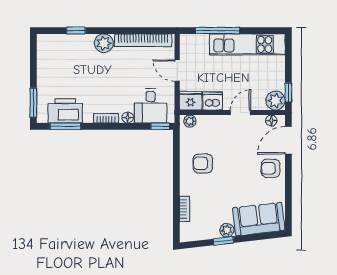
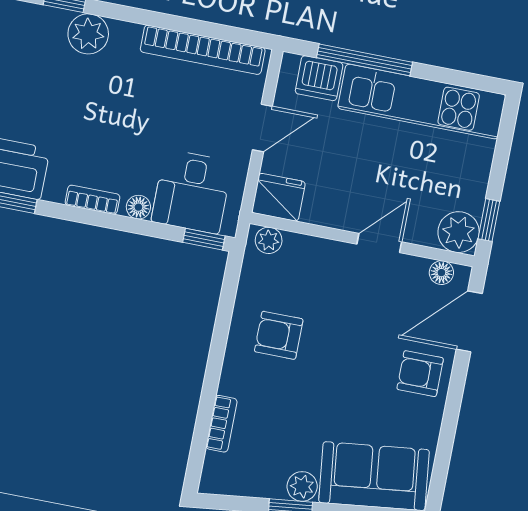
plant: (104, 43) -> (88, 34), moved
door: (177, 71) -> (262, 128), swing flipped
dishwasher: (213, 101) -> (319, 78), moved, turned 180

